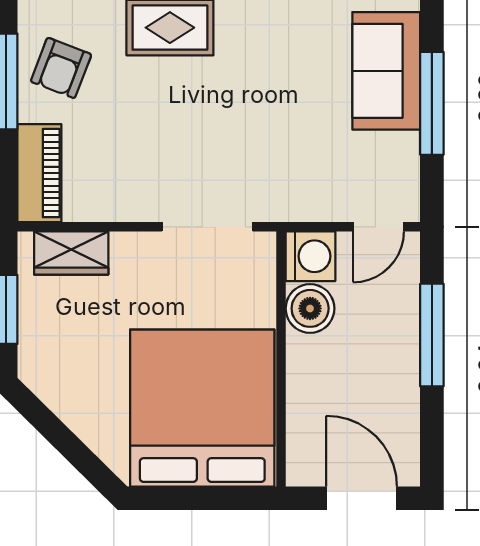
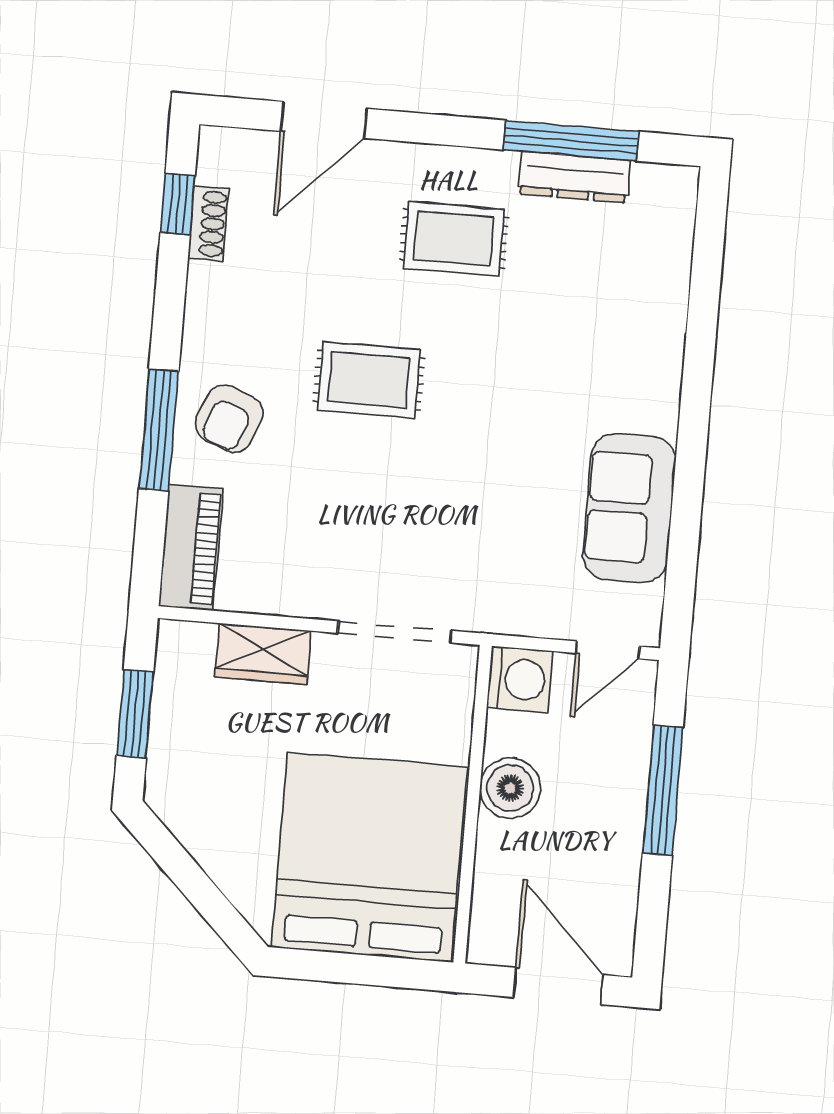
sofa: (386, 71) -> (629, 508), moved
window: (432, 103) -> (687, 502), removed
wardrobe: (71, 253) -> (263, 654), moved
boiler: (310, 308) -> (510, 788), moved

